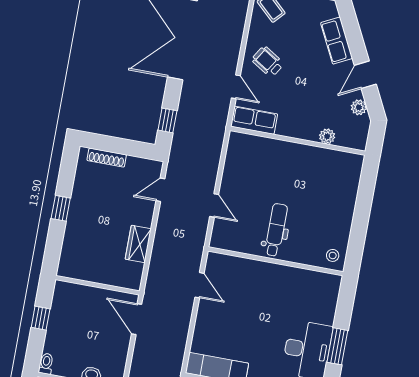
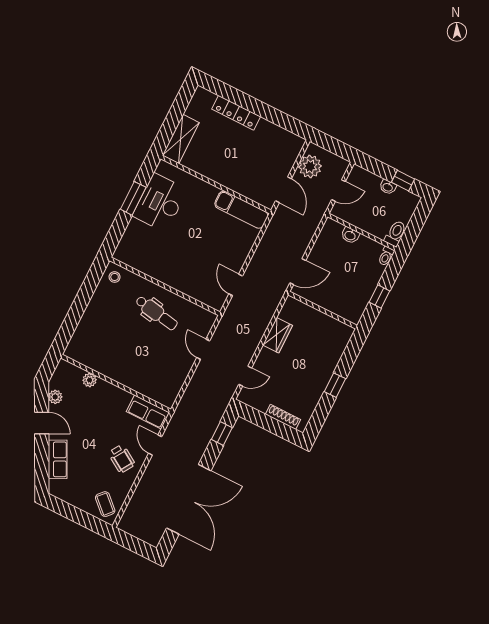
door: (365, 75) -> (42, 423), hinge flipped
dental chair: (276, 230) -> (156, 313), turned -80
door: (137, 319) -> (298, 272), hinge flipped

